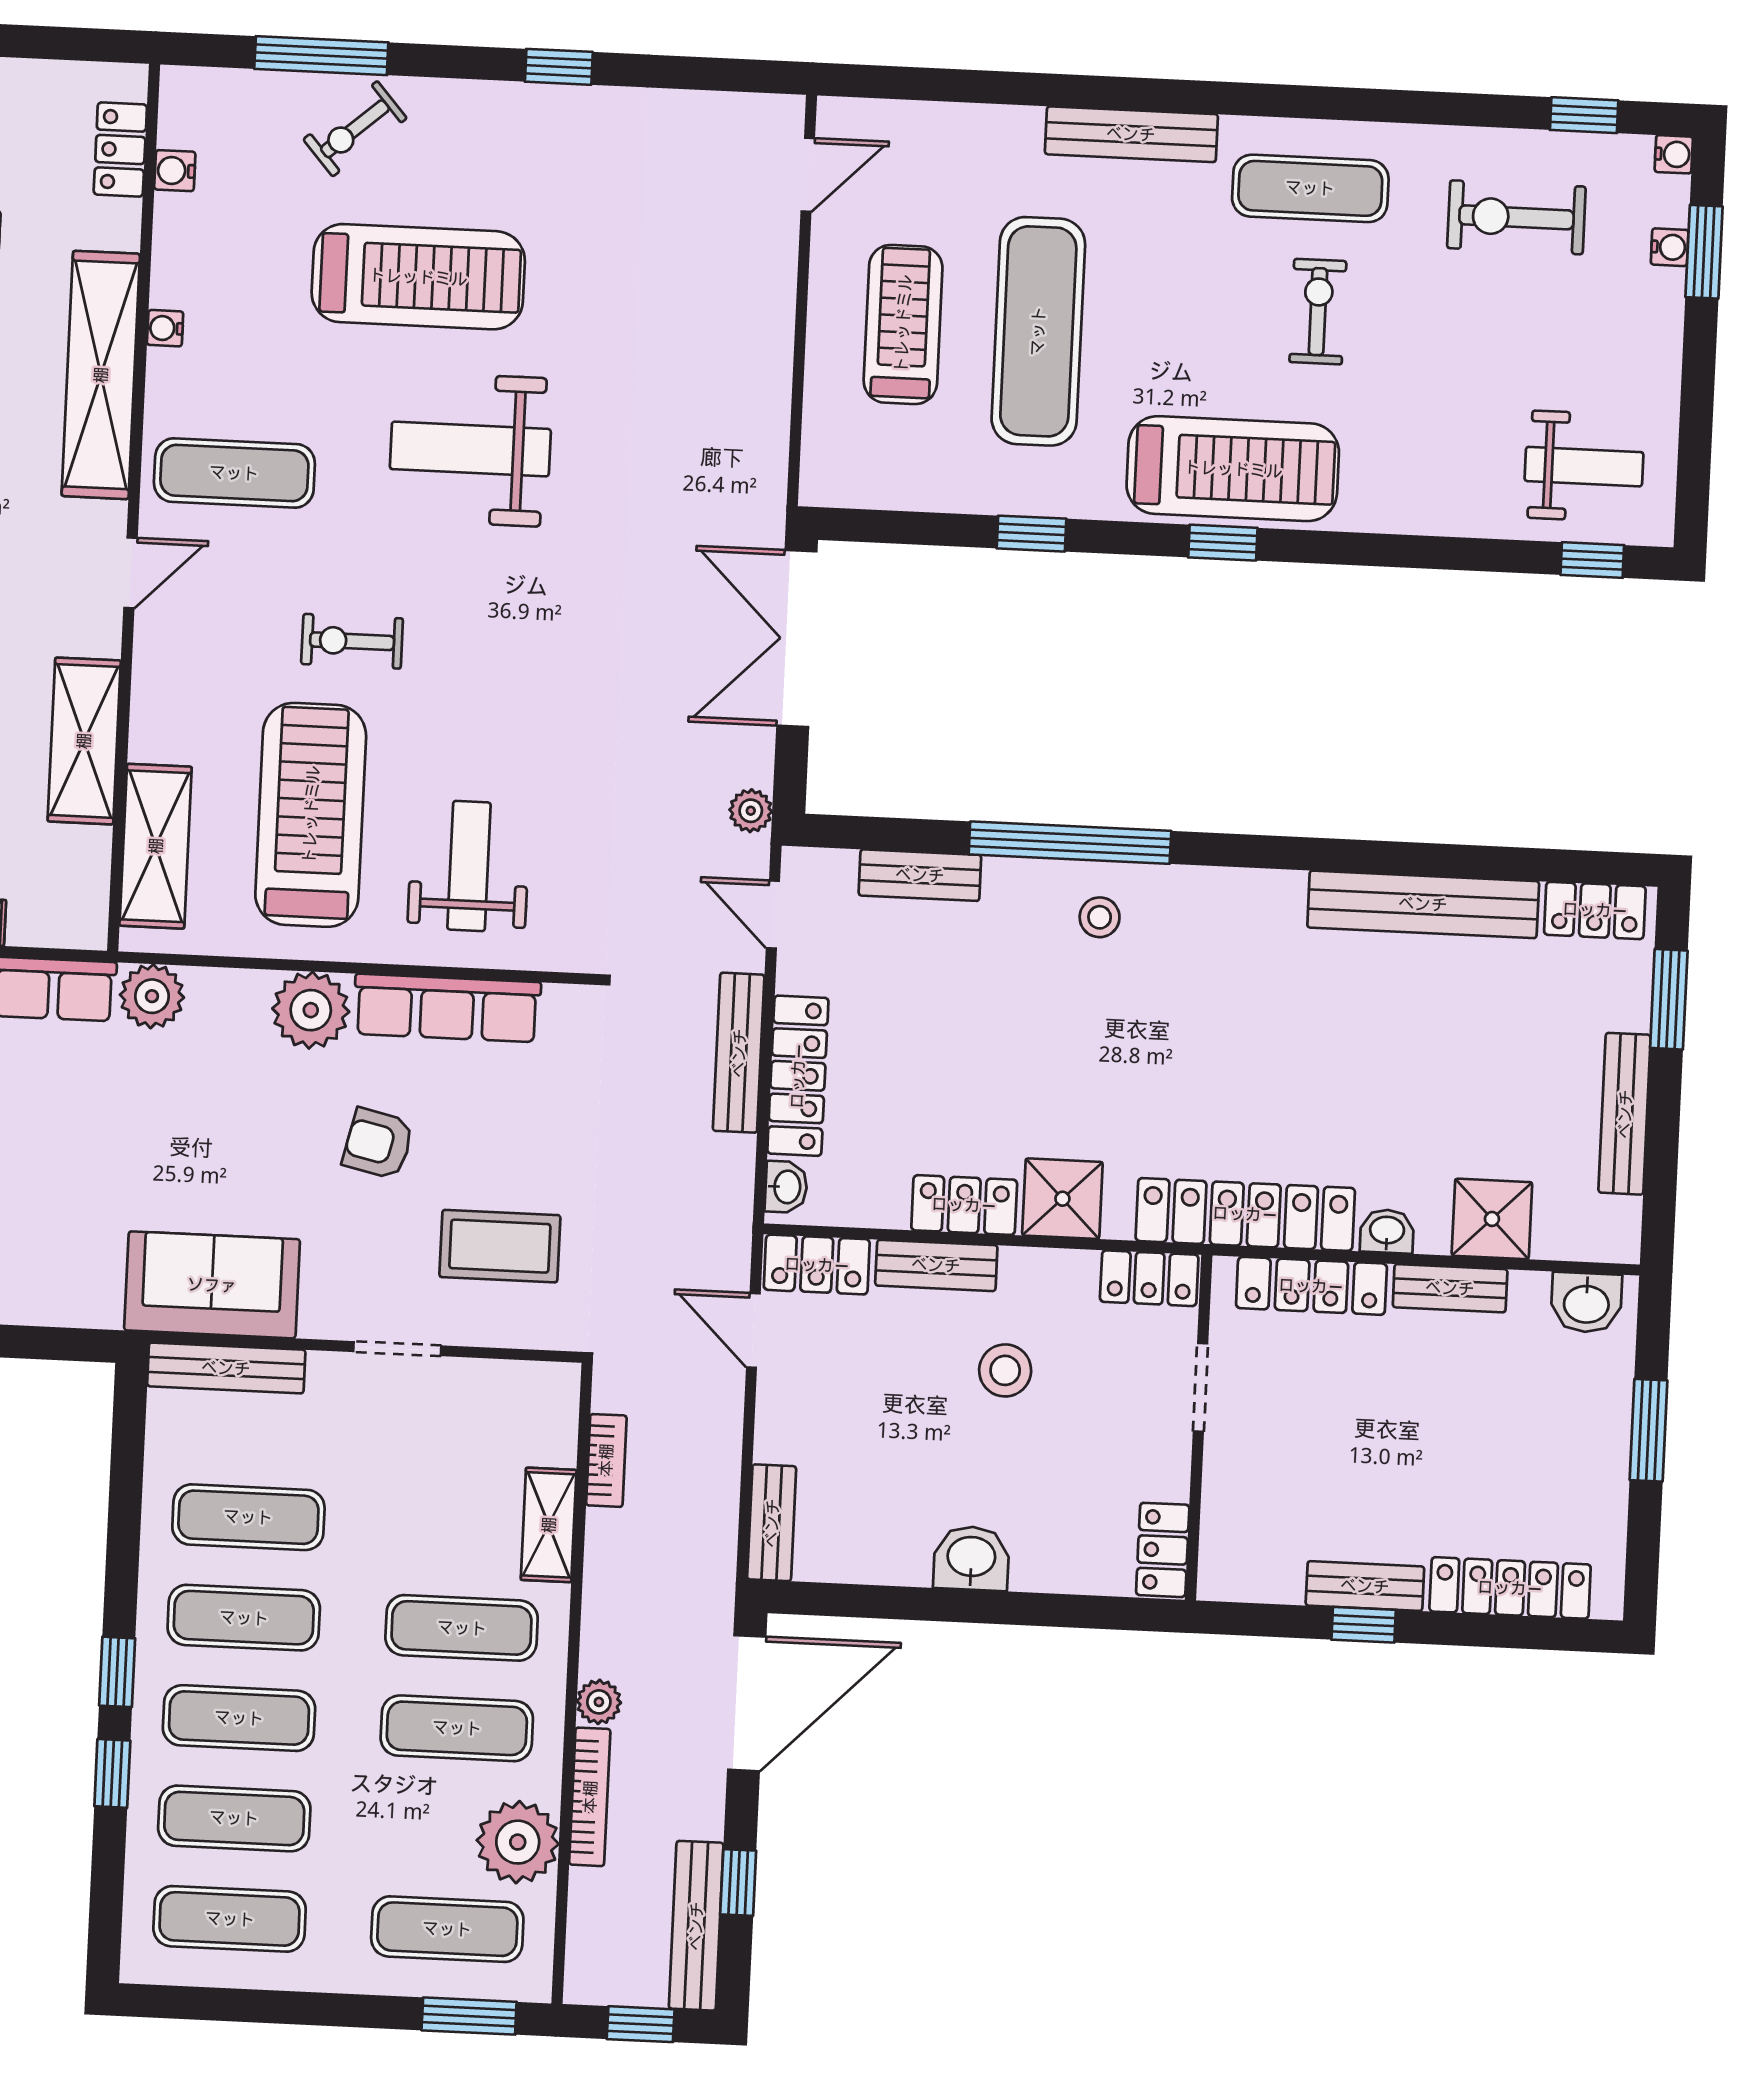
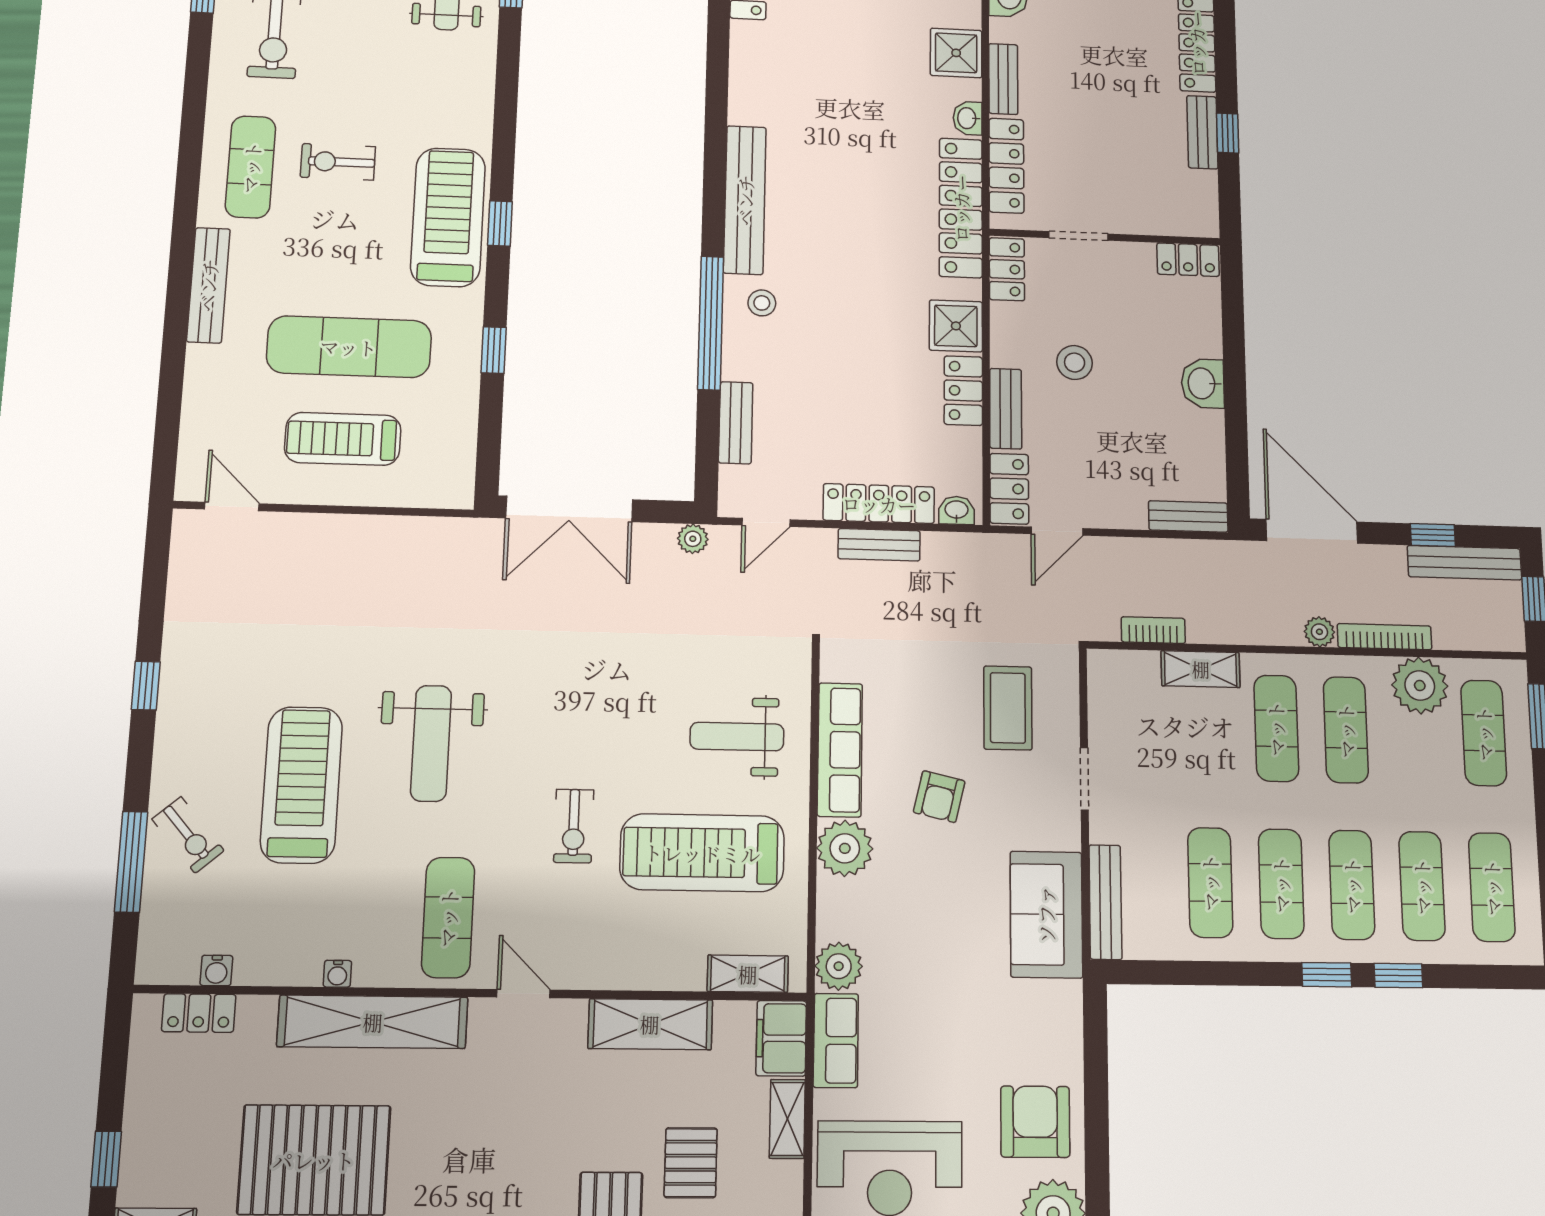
shelving: (156, 846) -> (748, 974), width x0.67, depth x0.75
bench: (1423, 904) -> (745, 200), moved
filing cabinet: (59, 916) -> (781, 1038), added
bench: (739, 1053) -> (879, 545), width x0.73

